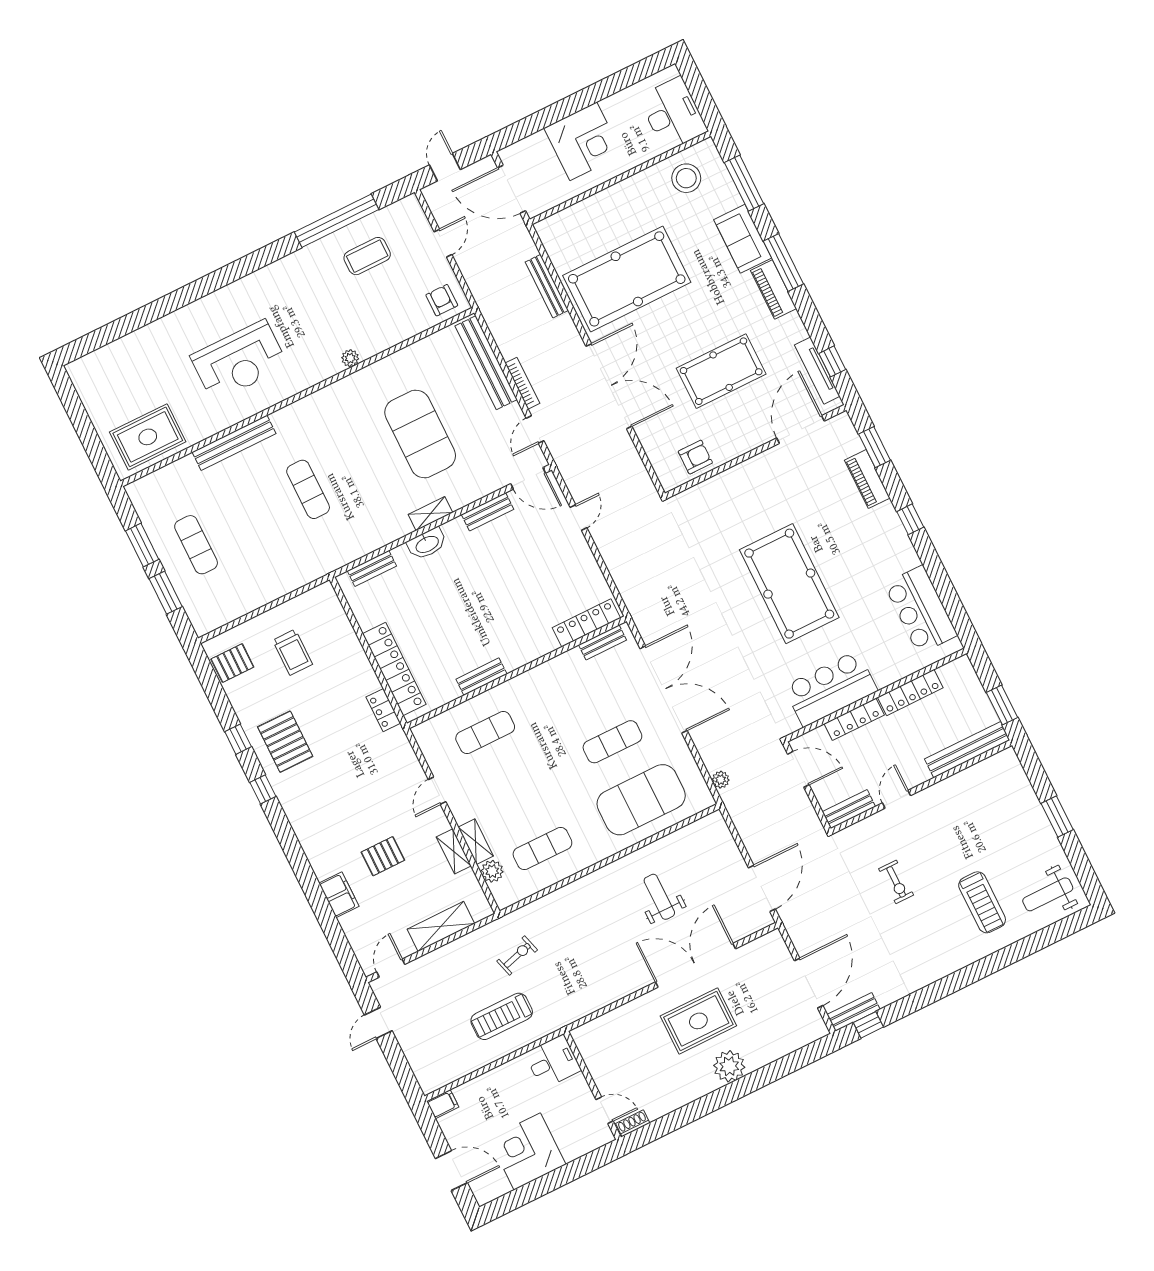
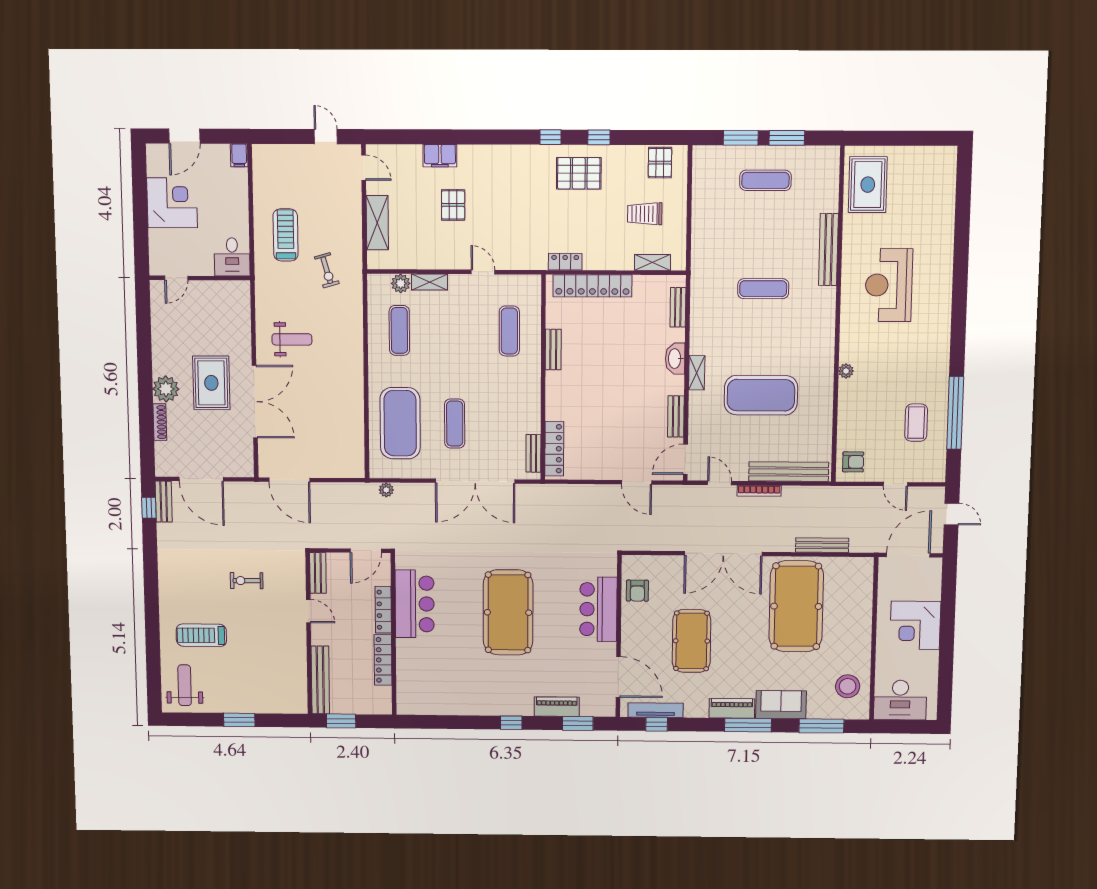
door: (579, 518) -> (637, 482), width x1.37
pool table: (789, 584) -> (508, 612), turned 90
bar counter: (921, 610) -> (598, 609), moved, turned -90
shelving: (454, 851) -> (652, 262), moved
weight bench: (659, 897) -> (292, 339), moved
shoe rack: (633, 1123) -> (160, 422), moved, width x1.43

